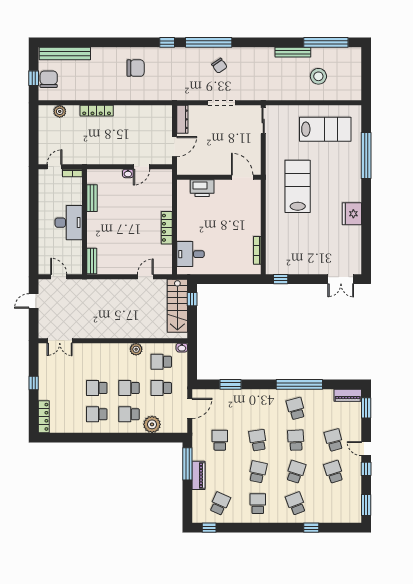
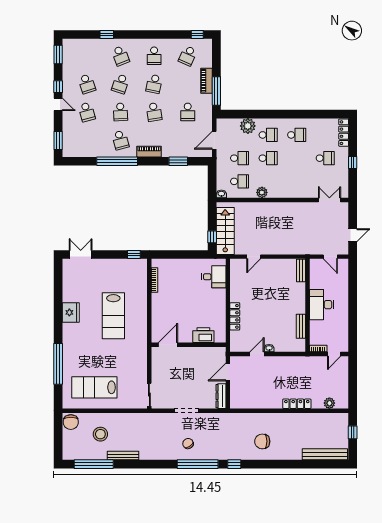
chair: (49, 79) -> (71, 422), moved
door: (242, 177) -> (168, 345), swing flipped
lab bench: (298, 186) -> (113, 316), moved
locker: (167, 228) -> (235, 316), moved
school desk: (97, 388) -> (325, 158), moved
piano: (348, 395) -> (149, 152), moved

